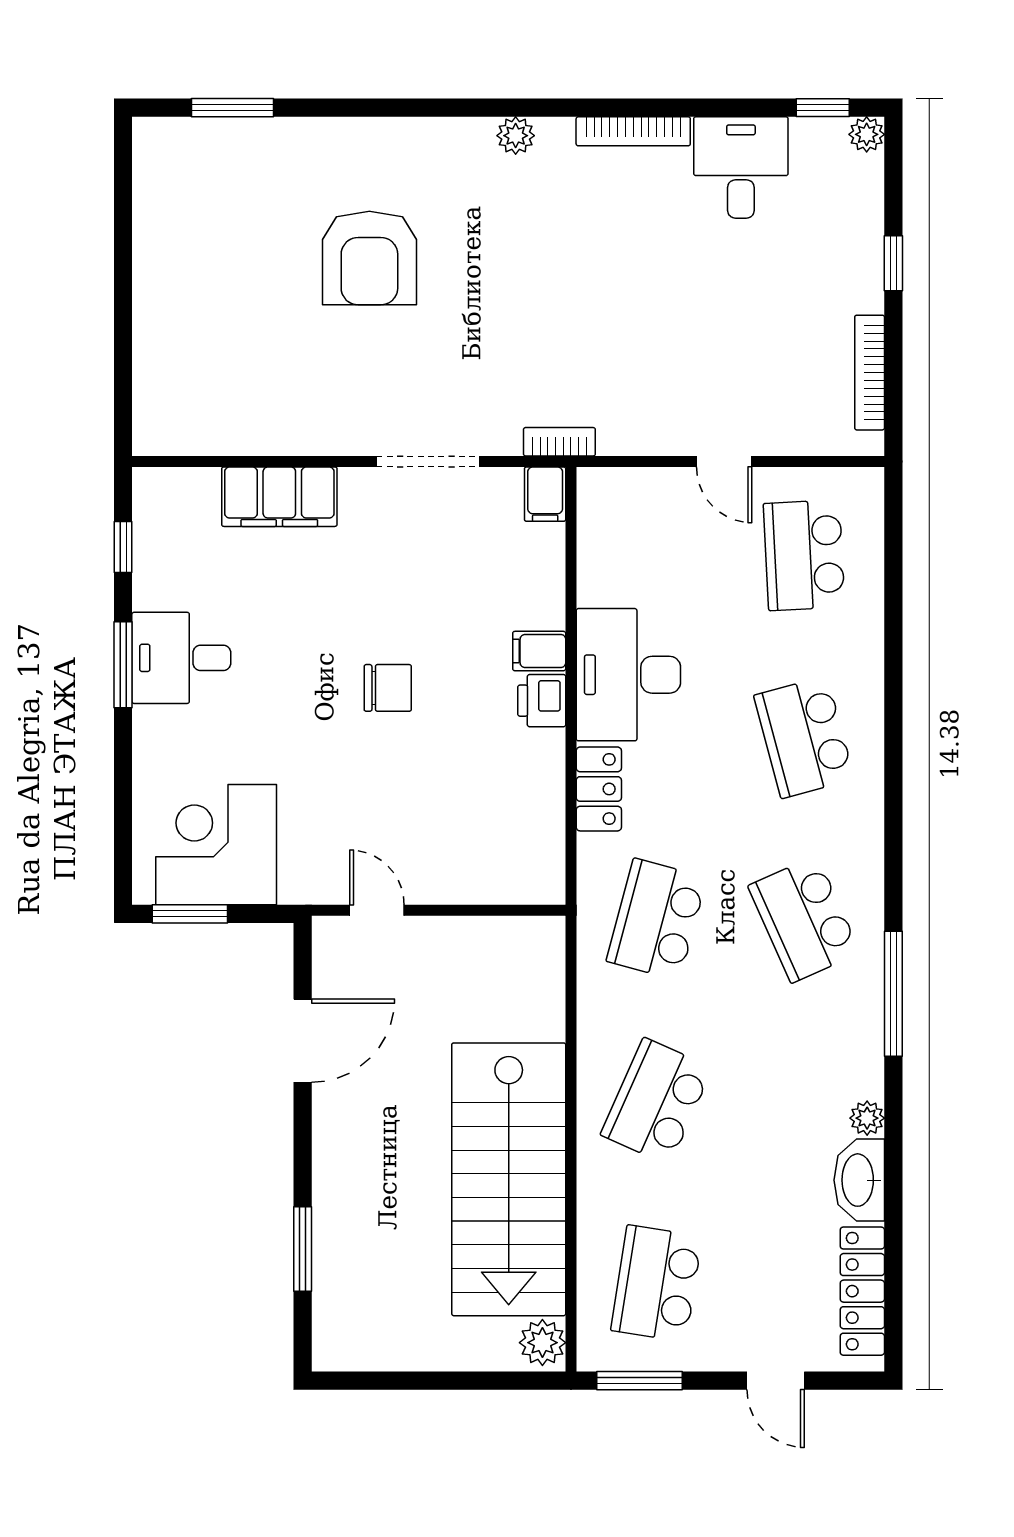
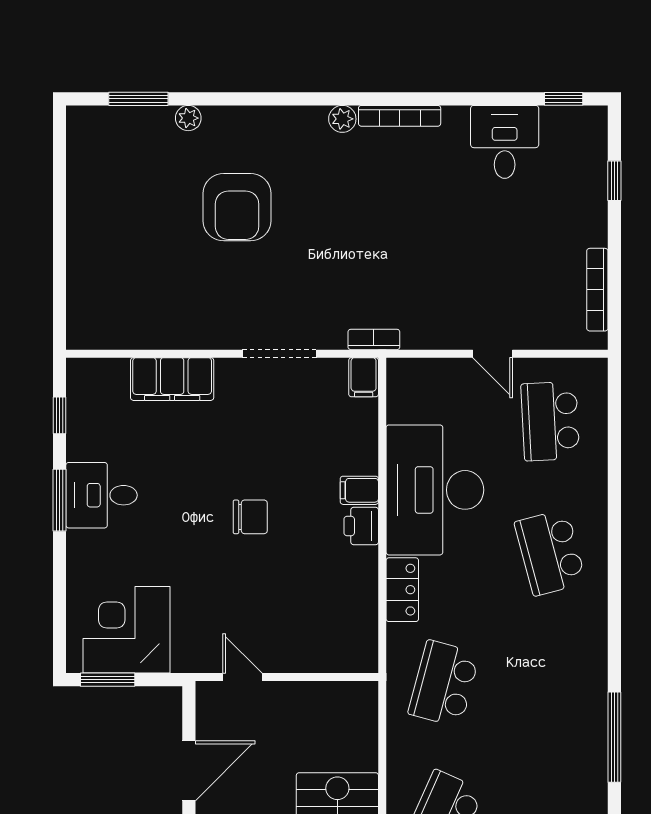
bookcase: (633, 131) -> (400, 116), moved
plant: (867, 134) -> (188, 118), moved
window: (893, 263) -> (614, 181), moved
desk: (628, 675) -> (435, 490), width x1.36, depth x1.30
school desk: (804, 919) -> (550, 684), removed

